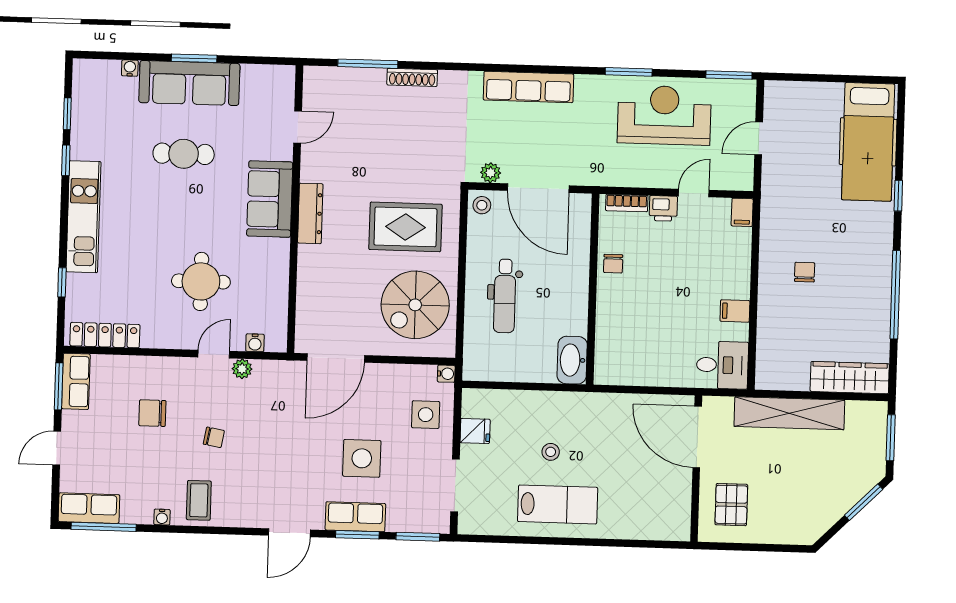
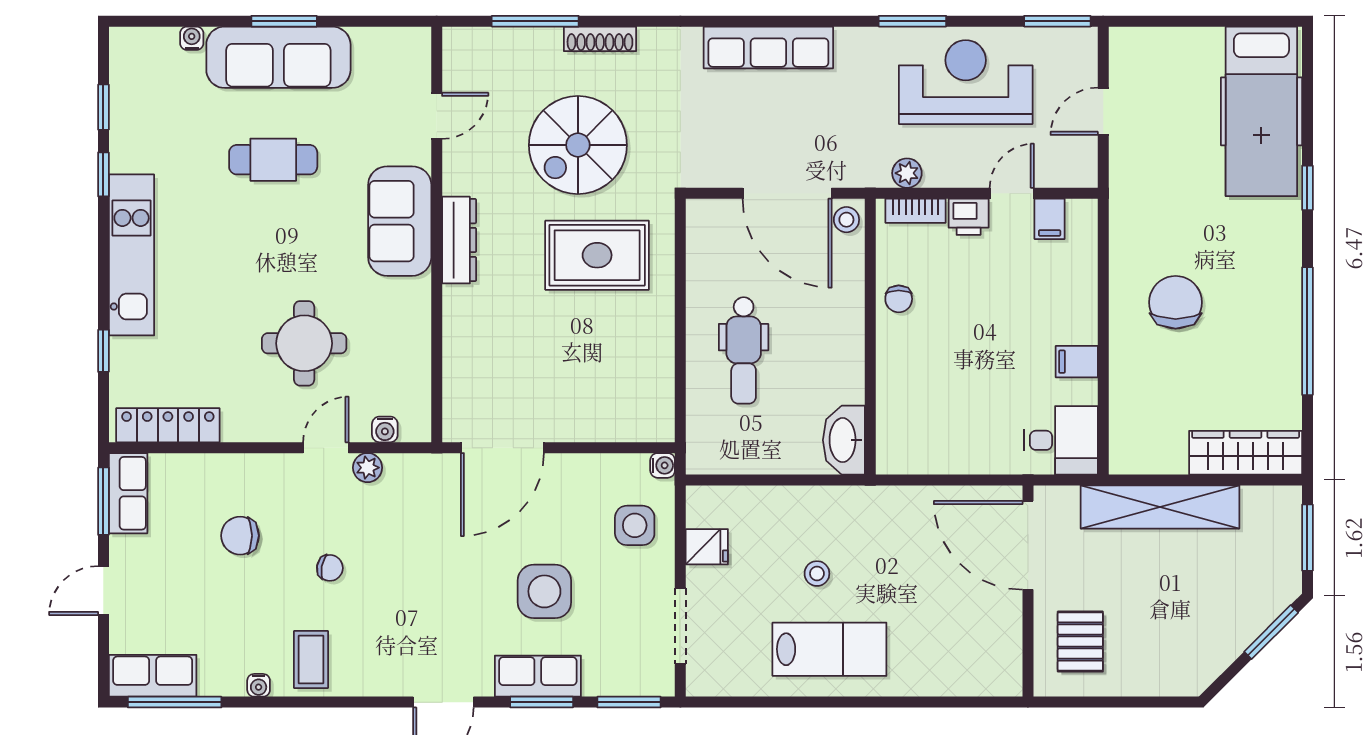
plant: (491, 173) -> (907, 173), moved
stool: (482, 205) -> (846, 220), moved
filing cabinet: (742, 212) -> (1050, 219), moved
chair: (805, 272) -> (1176, 302), width x1.87, depth x1.87
spiral stairs: (415, 305) -> (578, 145), moved

